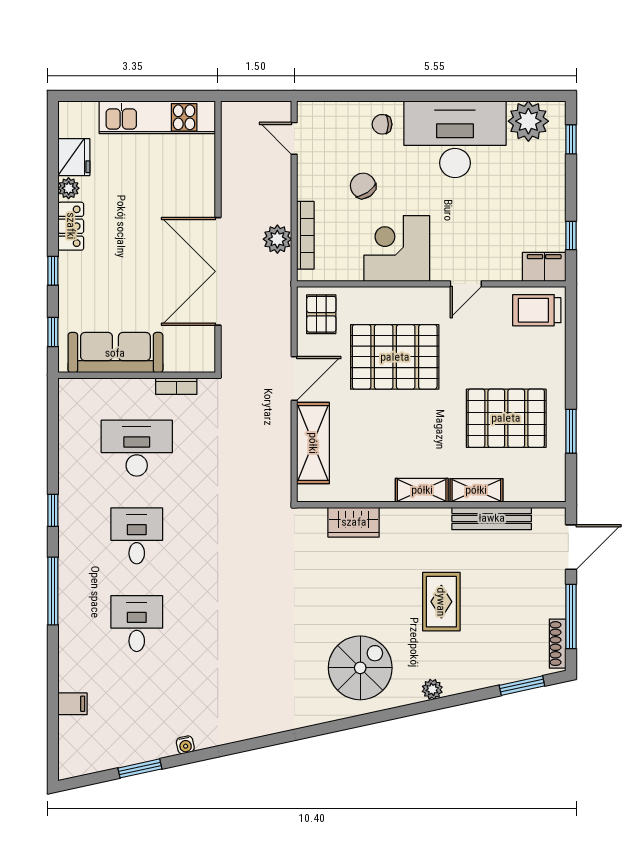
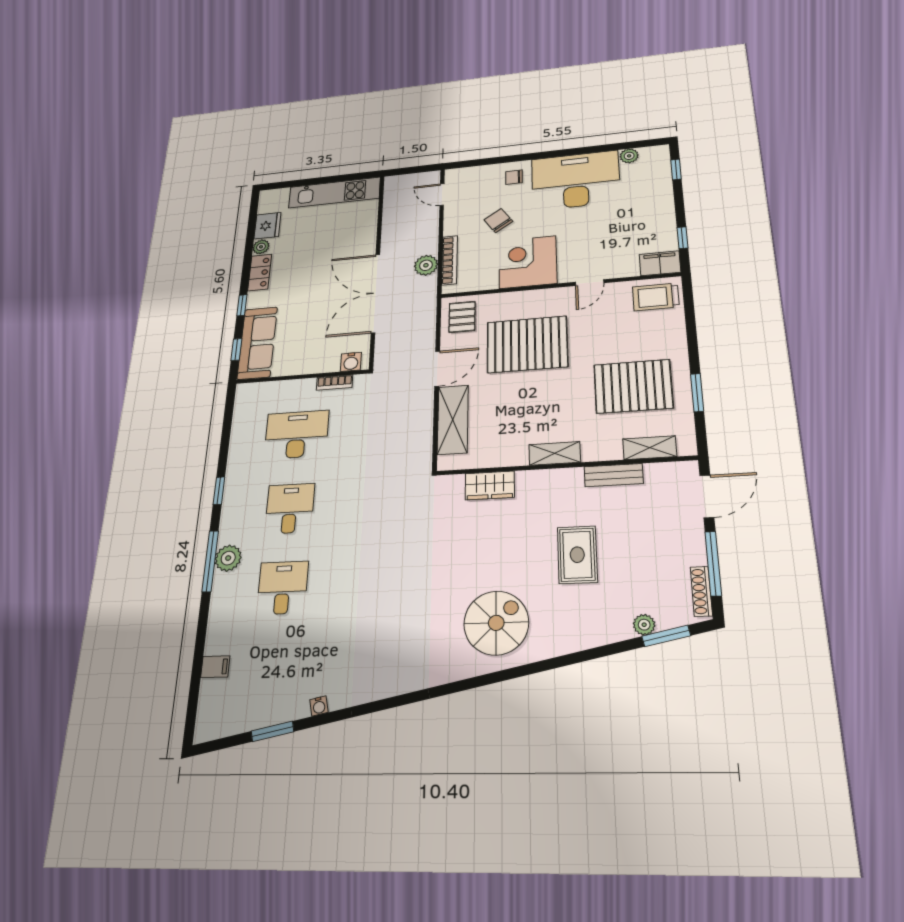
plant: (528, 121) -> (629, 156), width x0.53, depth x0.53
sofa: (115, 353) -> (257, 343), moved, turned 90
water cooler: (194, 361) -> (351, 362), added
shelving: (476, 490) -> (650, 448), moved
bench: (492, 518) -> (614, 475), width x0.73
plant: (73, 589) -> (228, 558), added
plant: (432, 689) -> (644, 625), moved

